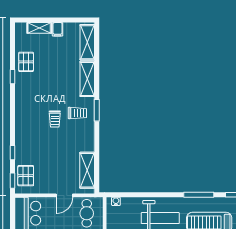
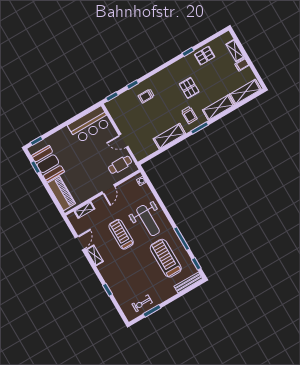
trolley: (55, 119) -> (146, 96), moved
shelving: (87, 170) -> (169, 136), moved
pallet: (26, 176) -> (189, 88), moved, turned 90

